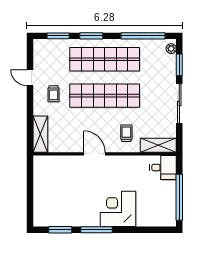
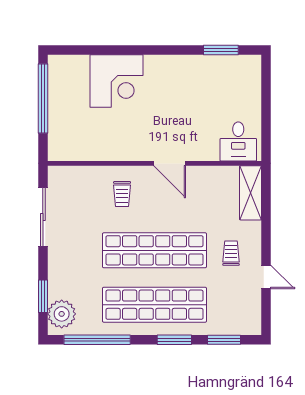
plant: (171, 49) -> (62, 314), width x1.88, depth x1.88
sliding door: (179, 104) -> (43, 217), moved
shelving: (158, 145) -> (74, 176), removed
desk: (163, 167) -> (238, 141), moved, turned -90
corner desk: (118, 209) -> (117, 81), moved
window: (96, 230) -> (167, 50), removed

